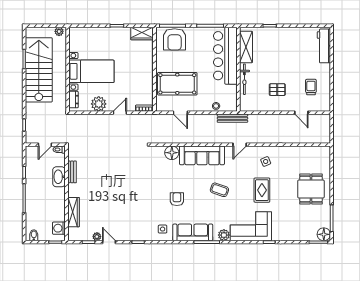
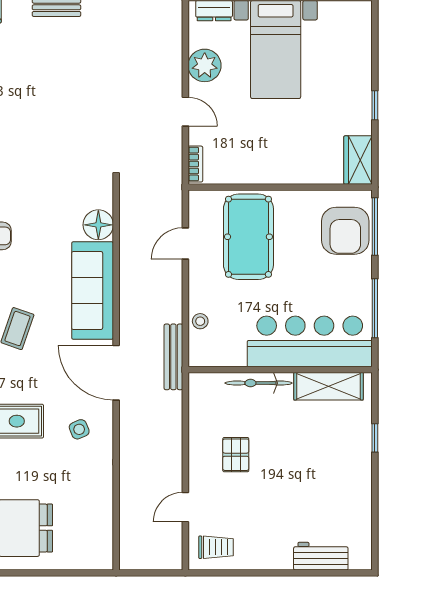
armchair: (175, 39) -> (345, 231), turned -90
workbench: (324, 46) -> (321, 556), width x0.73
trolley: (311, 87) -> (216, 547), moved
door: (240, 145) -> (116, 373), width x1.88

